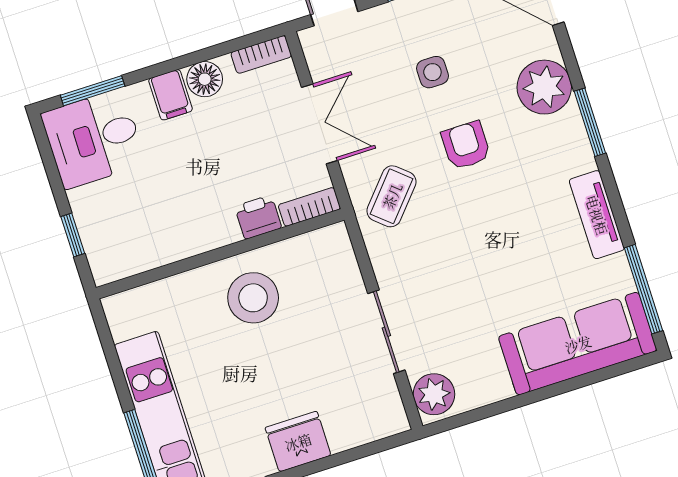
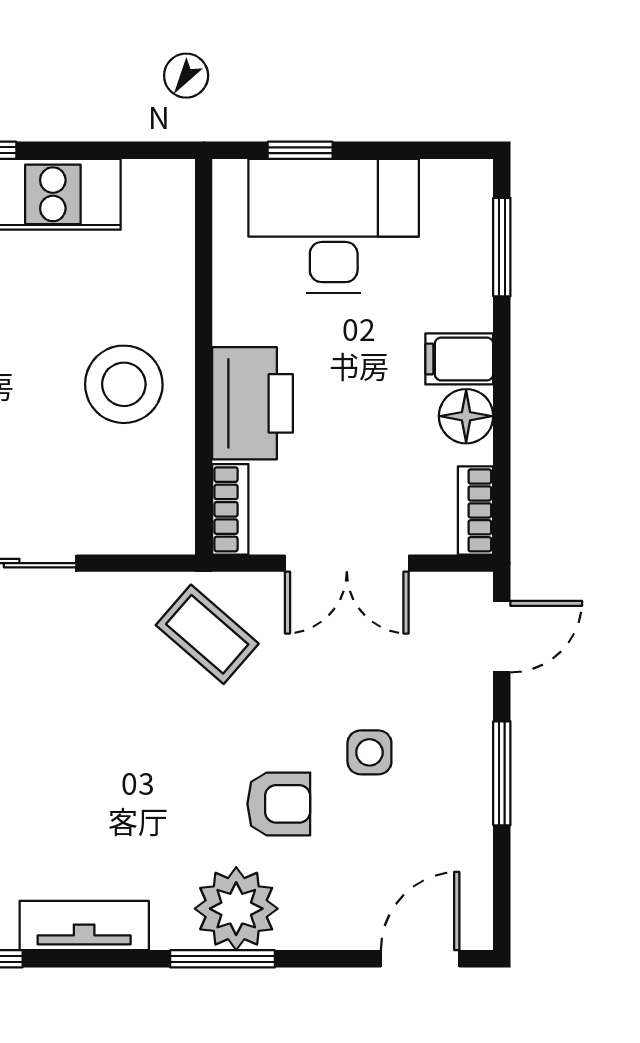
plant: (544, 87) -> (236, 909), moved
desk: (94, 139) -> (334, 226), moved, width x1.37
armchair: (466, 145) -> (279, 804), moved
printer: (258, 217) -> (253, 403), width x1.87, depth x1.48

